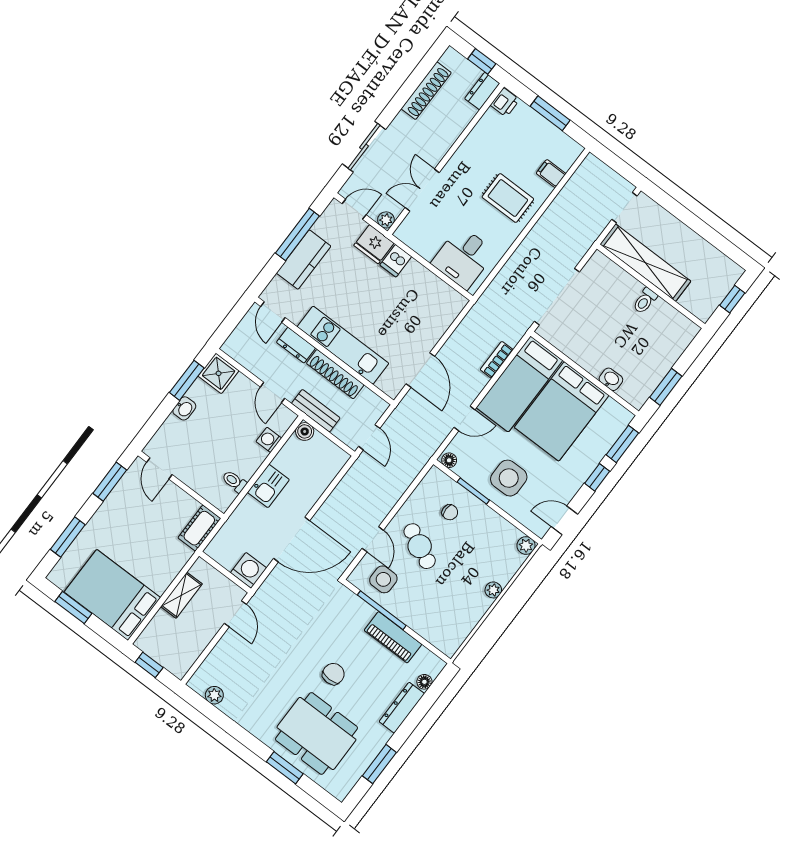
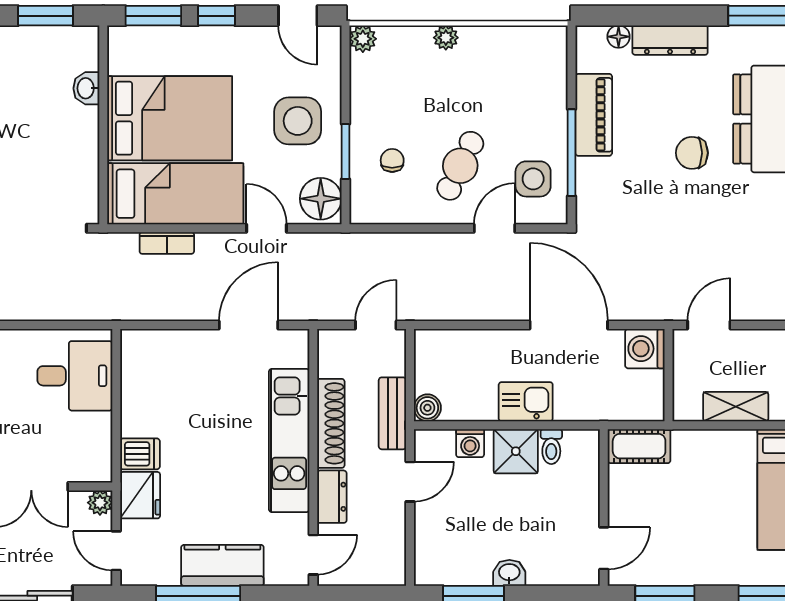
shower: (219, 373) -> (516, 451), moved
floor lamp: (449, 460) -> (321, 199), width x1.89, depth x1.89

